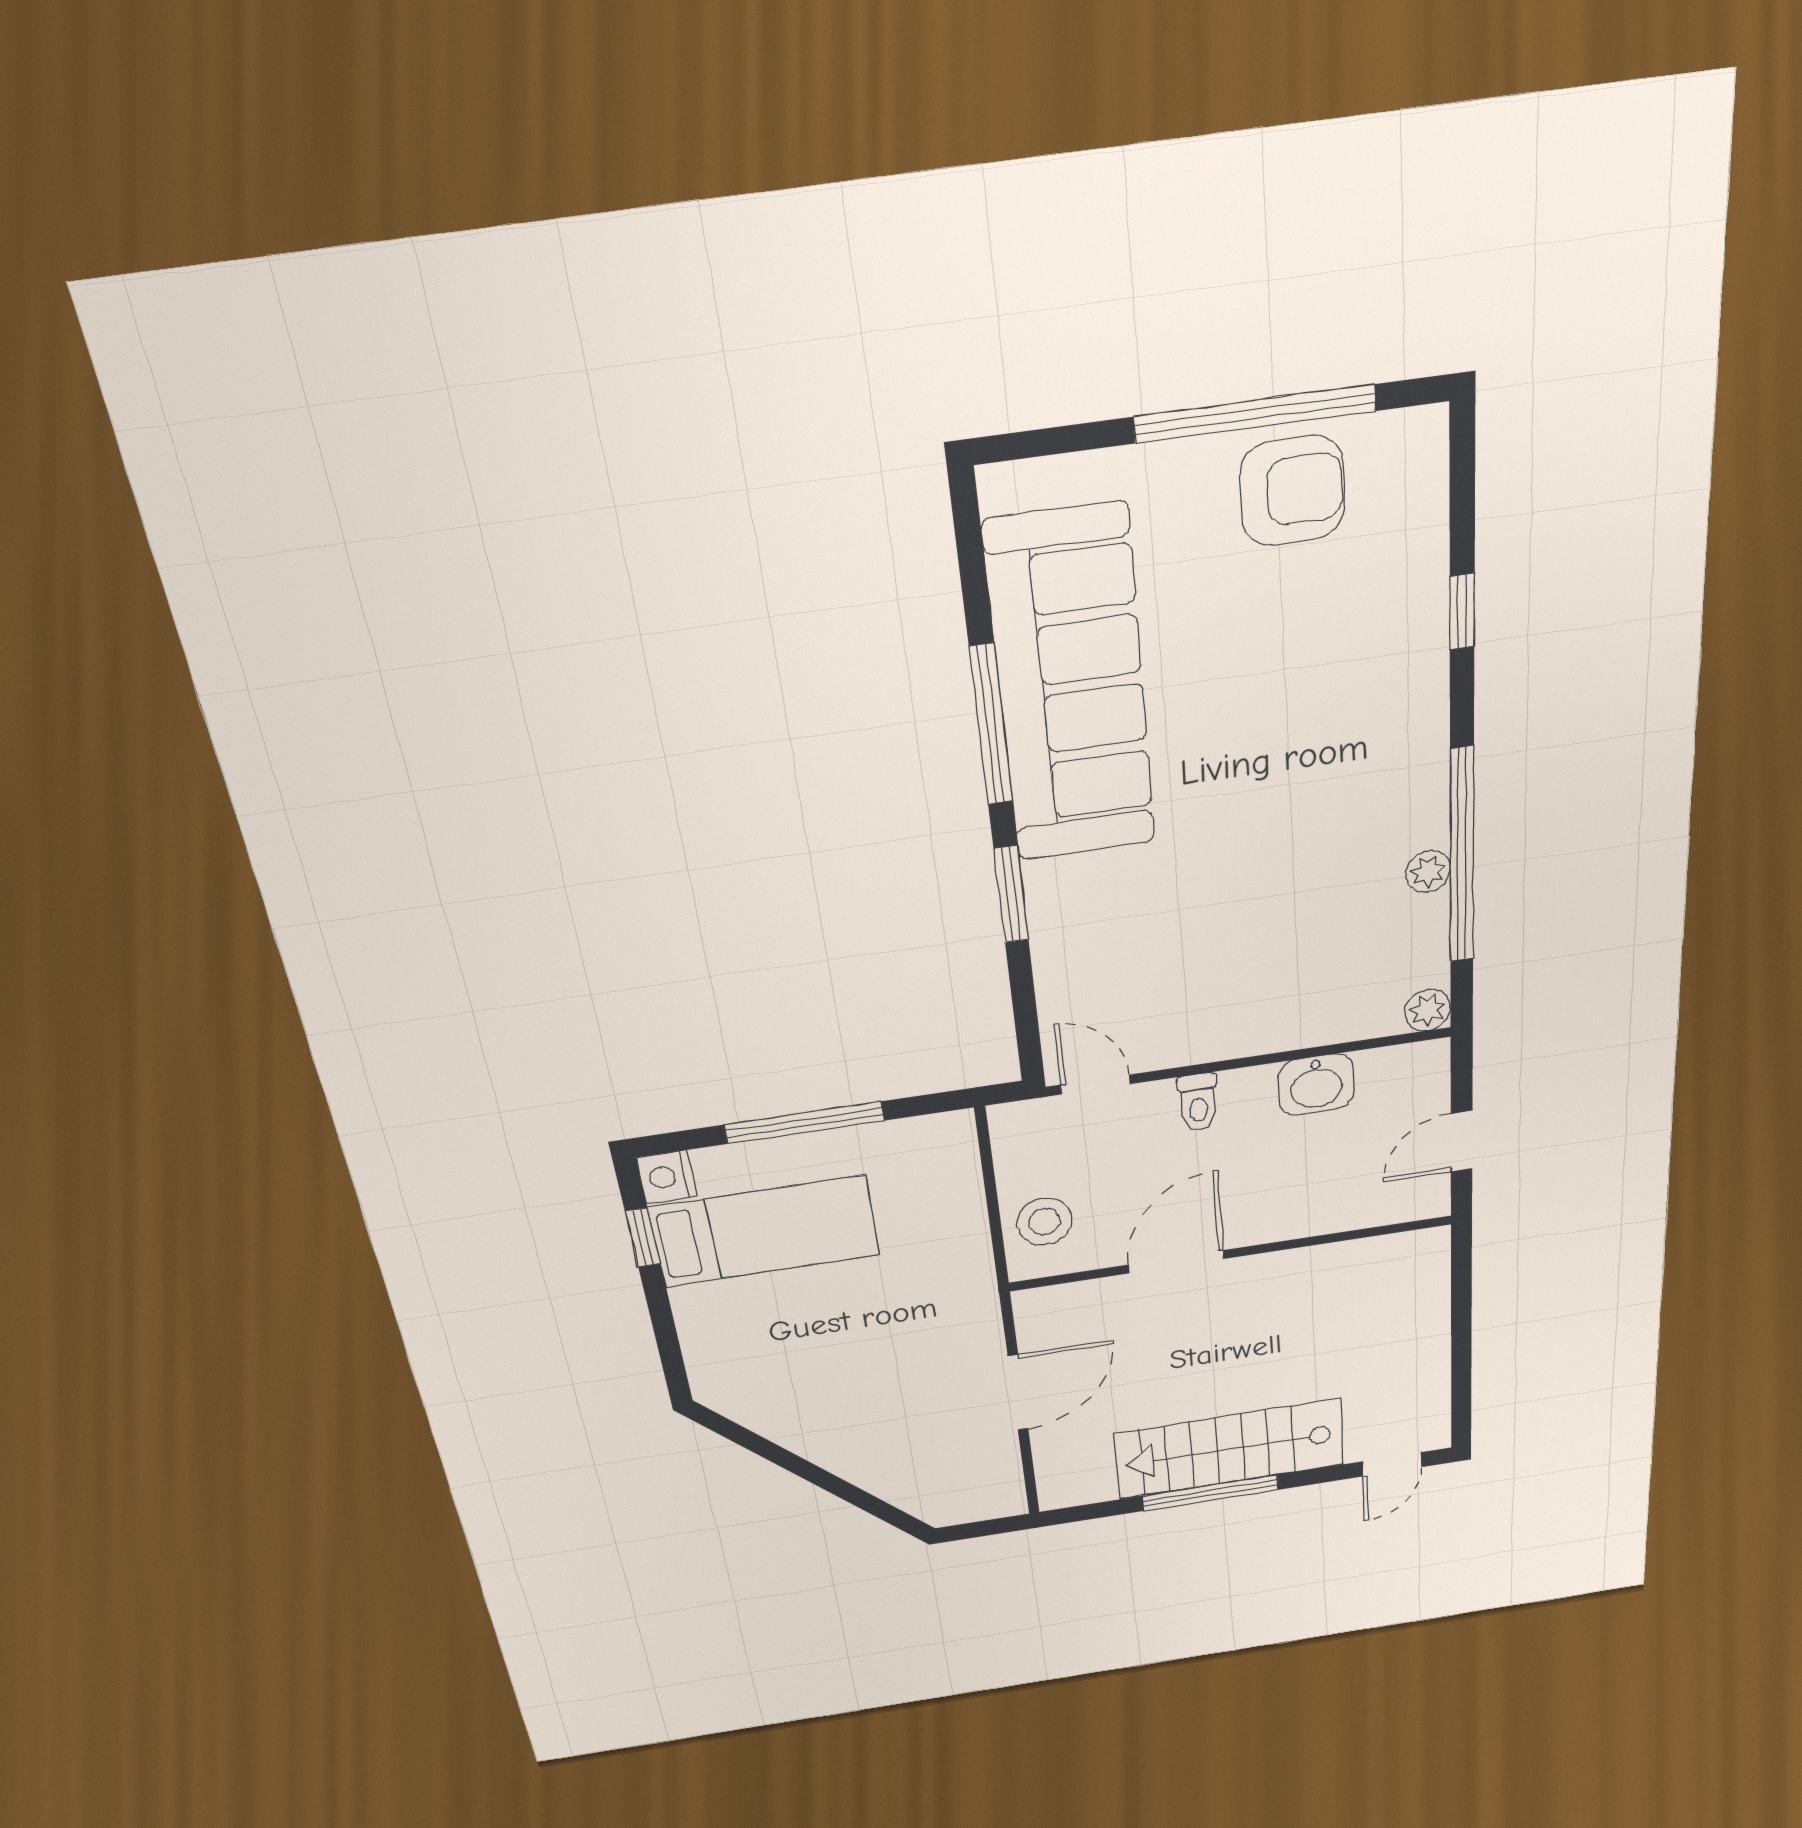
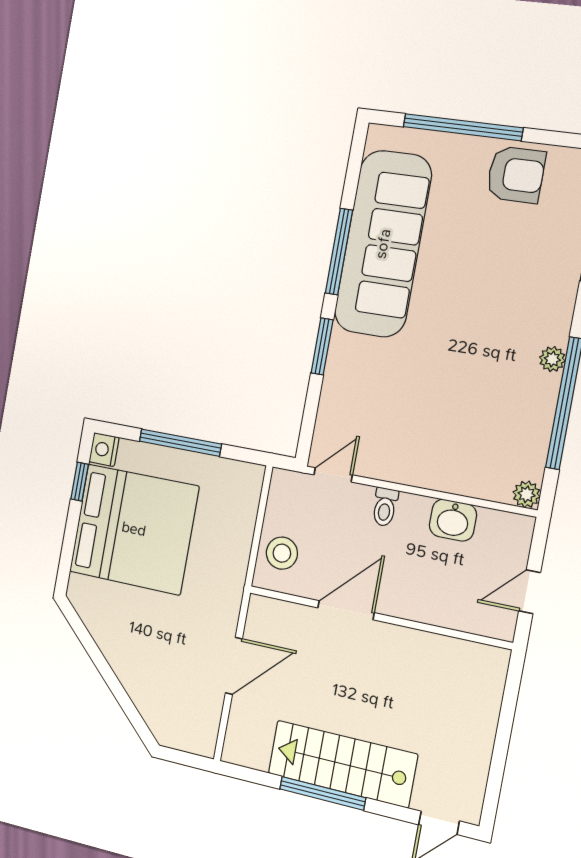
window: (1255, 414) -> (463, 127), moved
plant: (1428, 872) -> (552, 359), moved
door: (1095, 1084) -> (333, 475), hinge flipped
bed: (765, 1231) -> (134, 529), width x2.04

